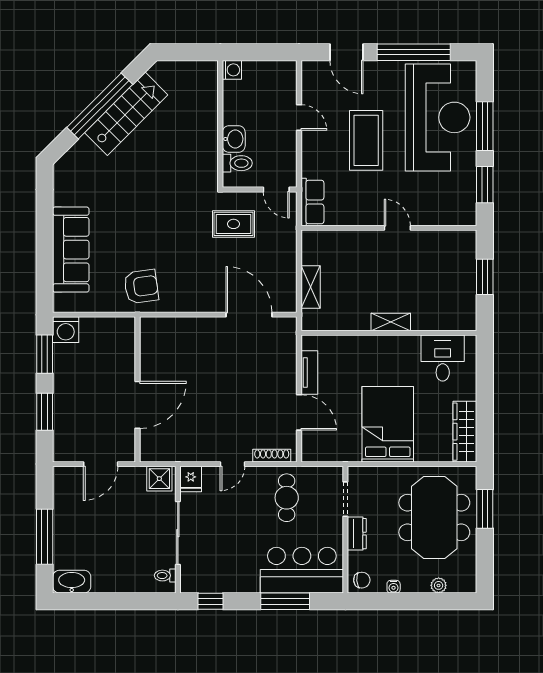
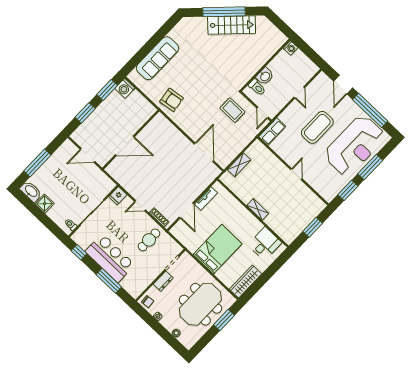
shower: (159, 479) -> (45, 204), moved
bar counter: (302, 570) -> (110, 258), moved

